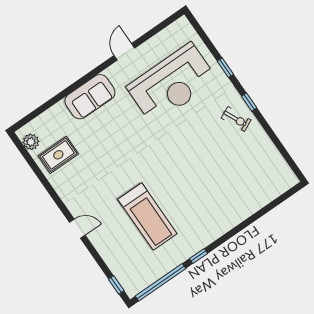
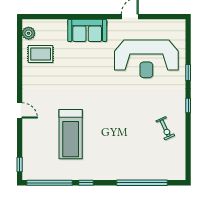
exercise bike: (236, 119) -> (165, 128), moved
window: (257, 216) -> (142, 183), added

